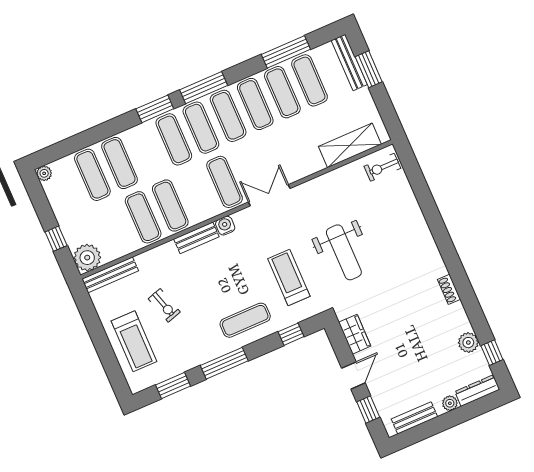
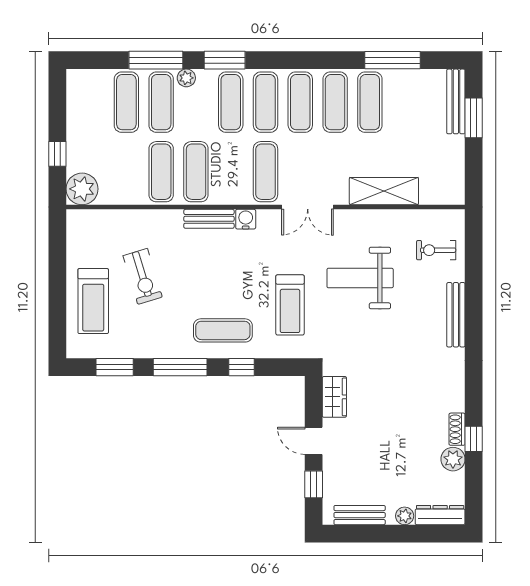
exercise mat: (309, 80) -> (405, 102), removed
window: (204, 88) -> (156, 60), moved
shelving: (350, 145) -> (384, 191), moved
exercise bike: (382, 167) -> (436, 250), moved
plant: (44, 173) -> (186, 78), moved
double door: (269, 195) -> (308, 207), swing flipped
weight bench: (344, 252) -> (360, 278), moved, turned 90
bench: (110, 275) -> (456, 315), moved, turned 90
treadmill: (289, 278) -> (290, 305), turned 180
shoe rack: (449, 289) -> (457, 429), moved
exercise bike: (164, 305) -> (143, 276), width x1.38, depth x1.39
window: (291, 334) -> (241, 367), moved
window: (492, 353) -> (474, 439), moved
door: (353, 376) -> (314, 441), swing flipped

